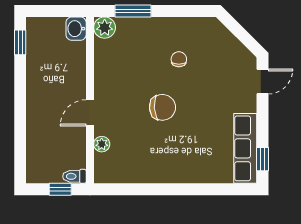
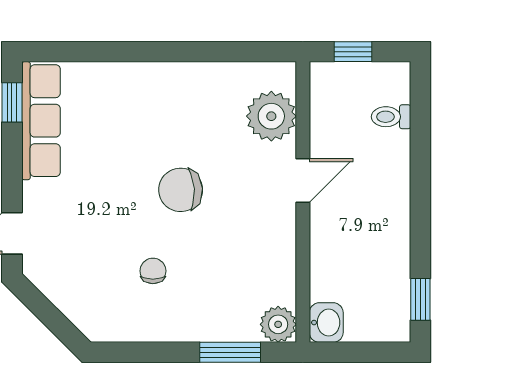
chair: (179, 59) -> (153, 271), turned 180
plant: (102, 144) -> (271, 116), width x1.88, depth x1.88
toilet: (74, 176) -> (391, 117), moved, turned 180

